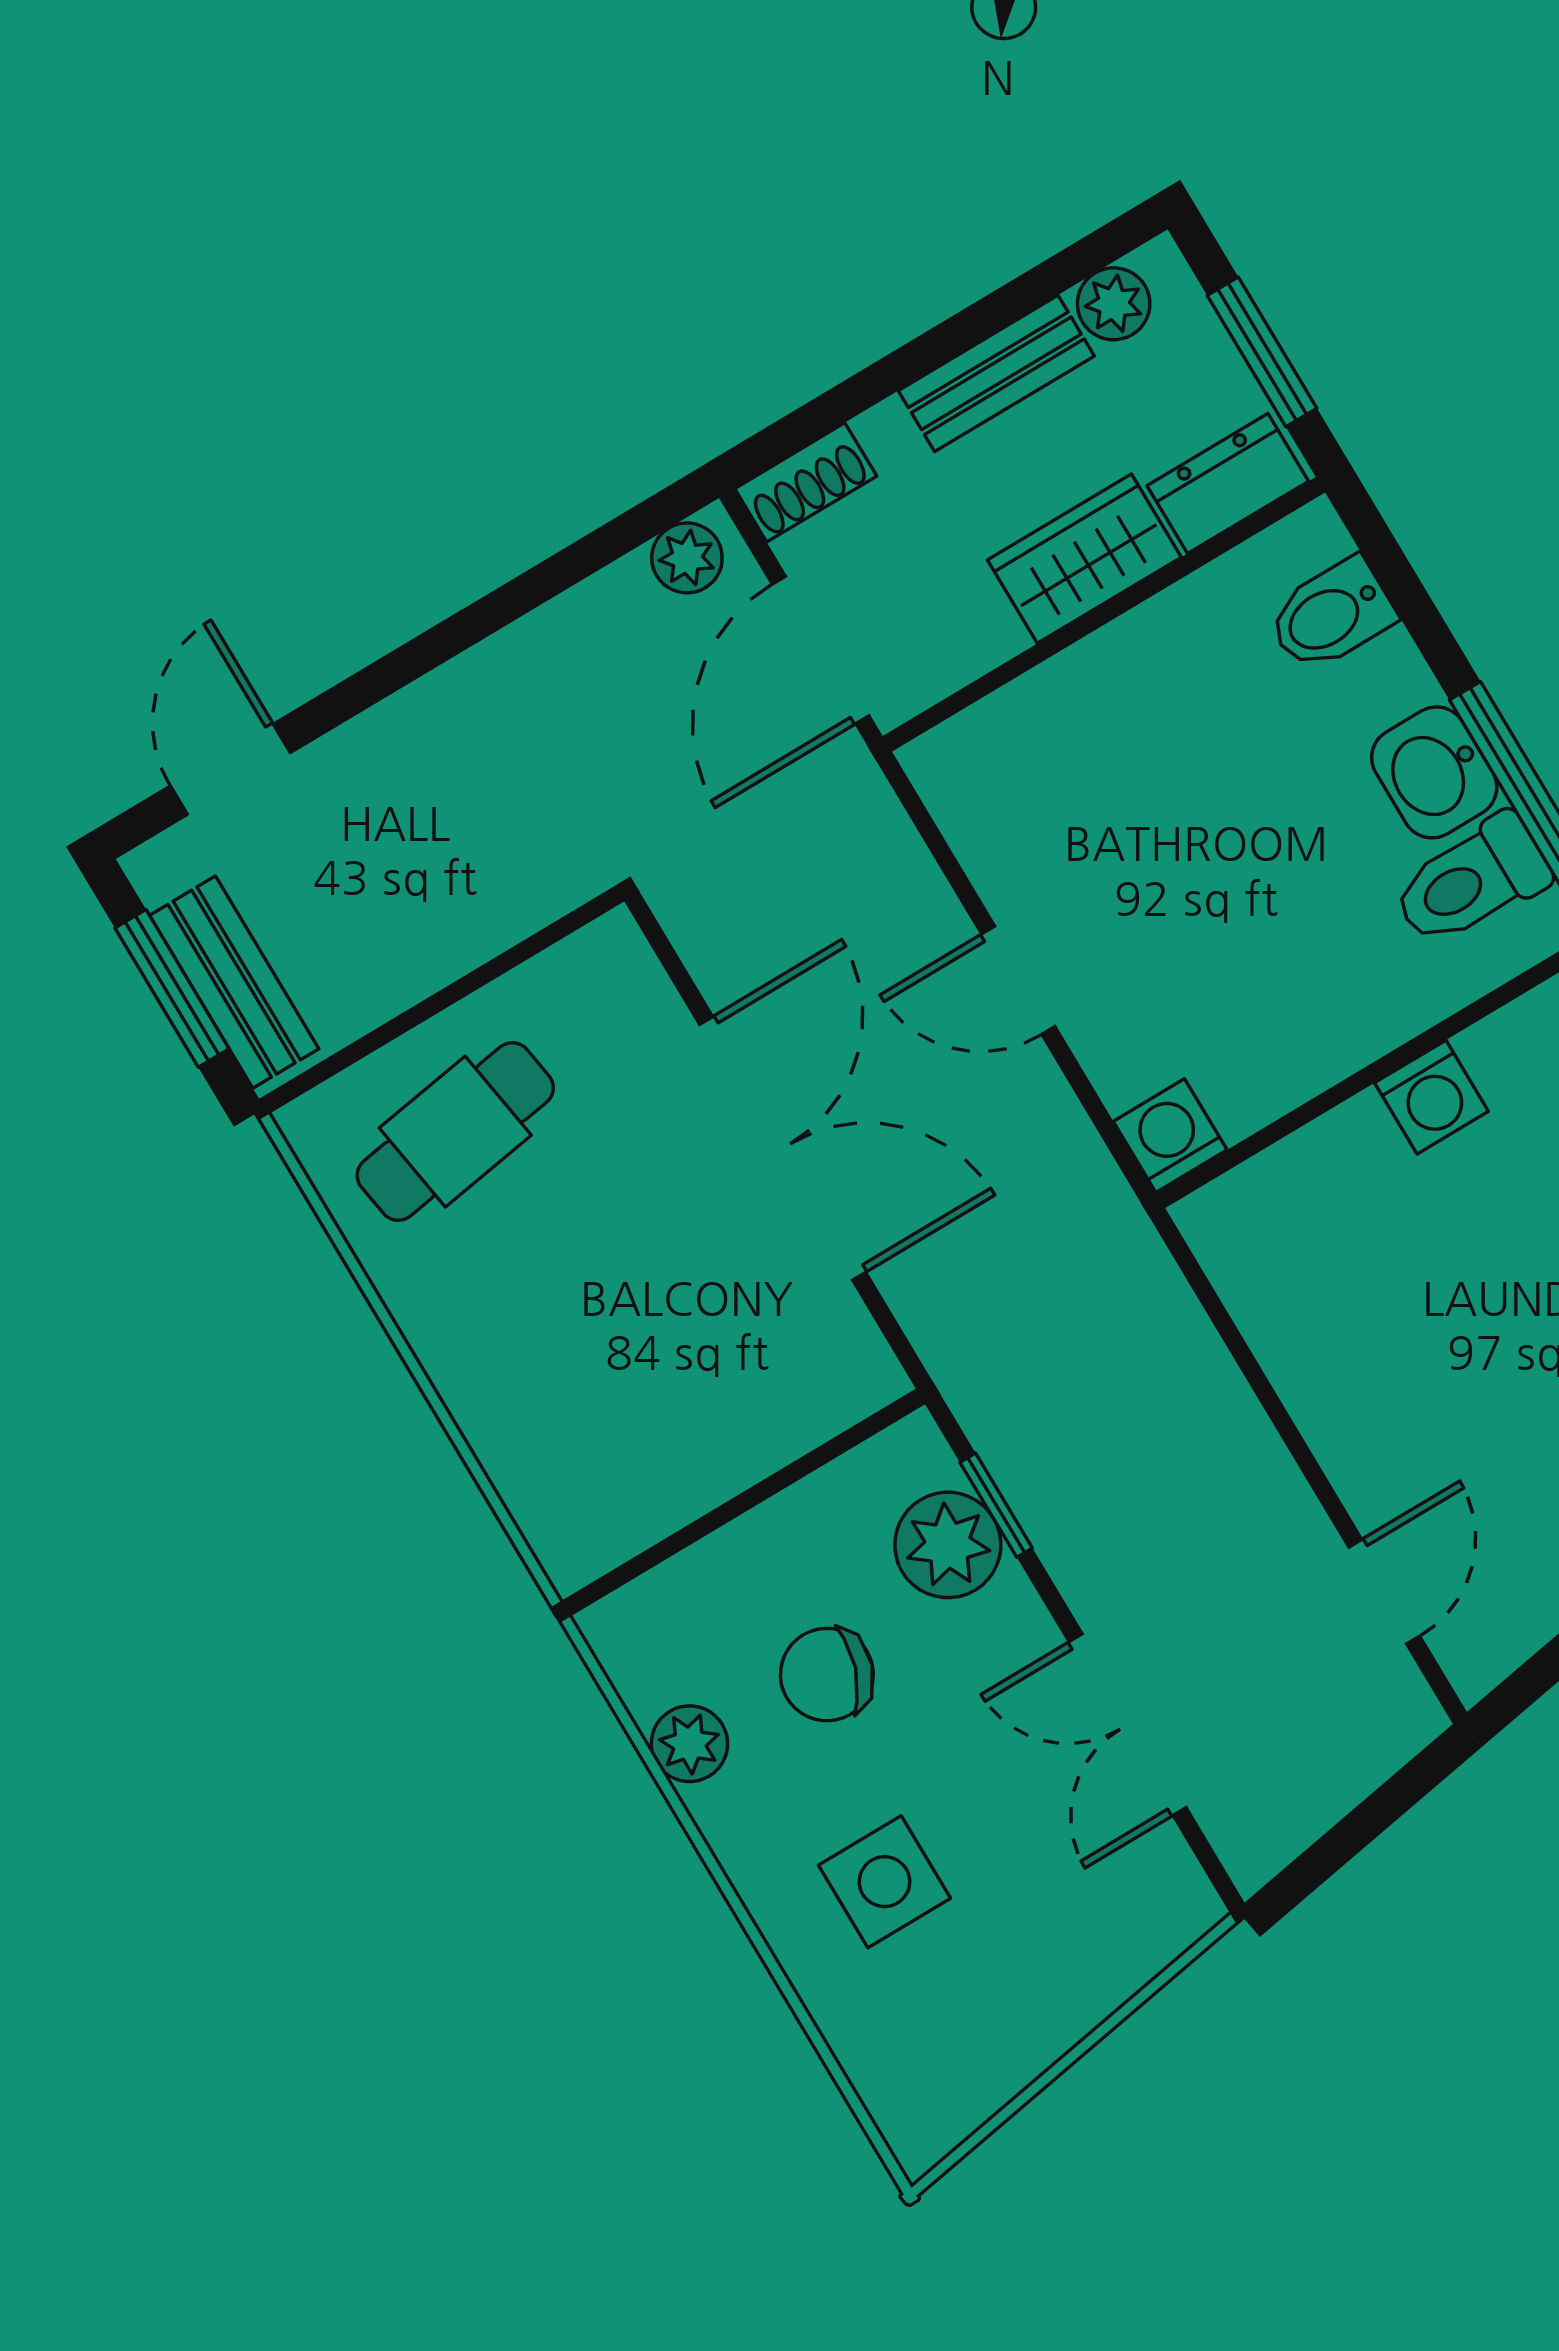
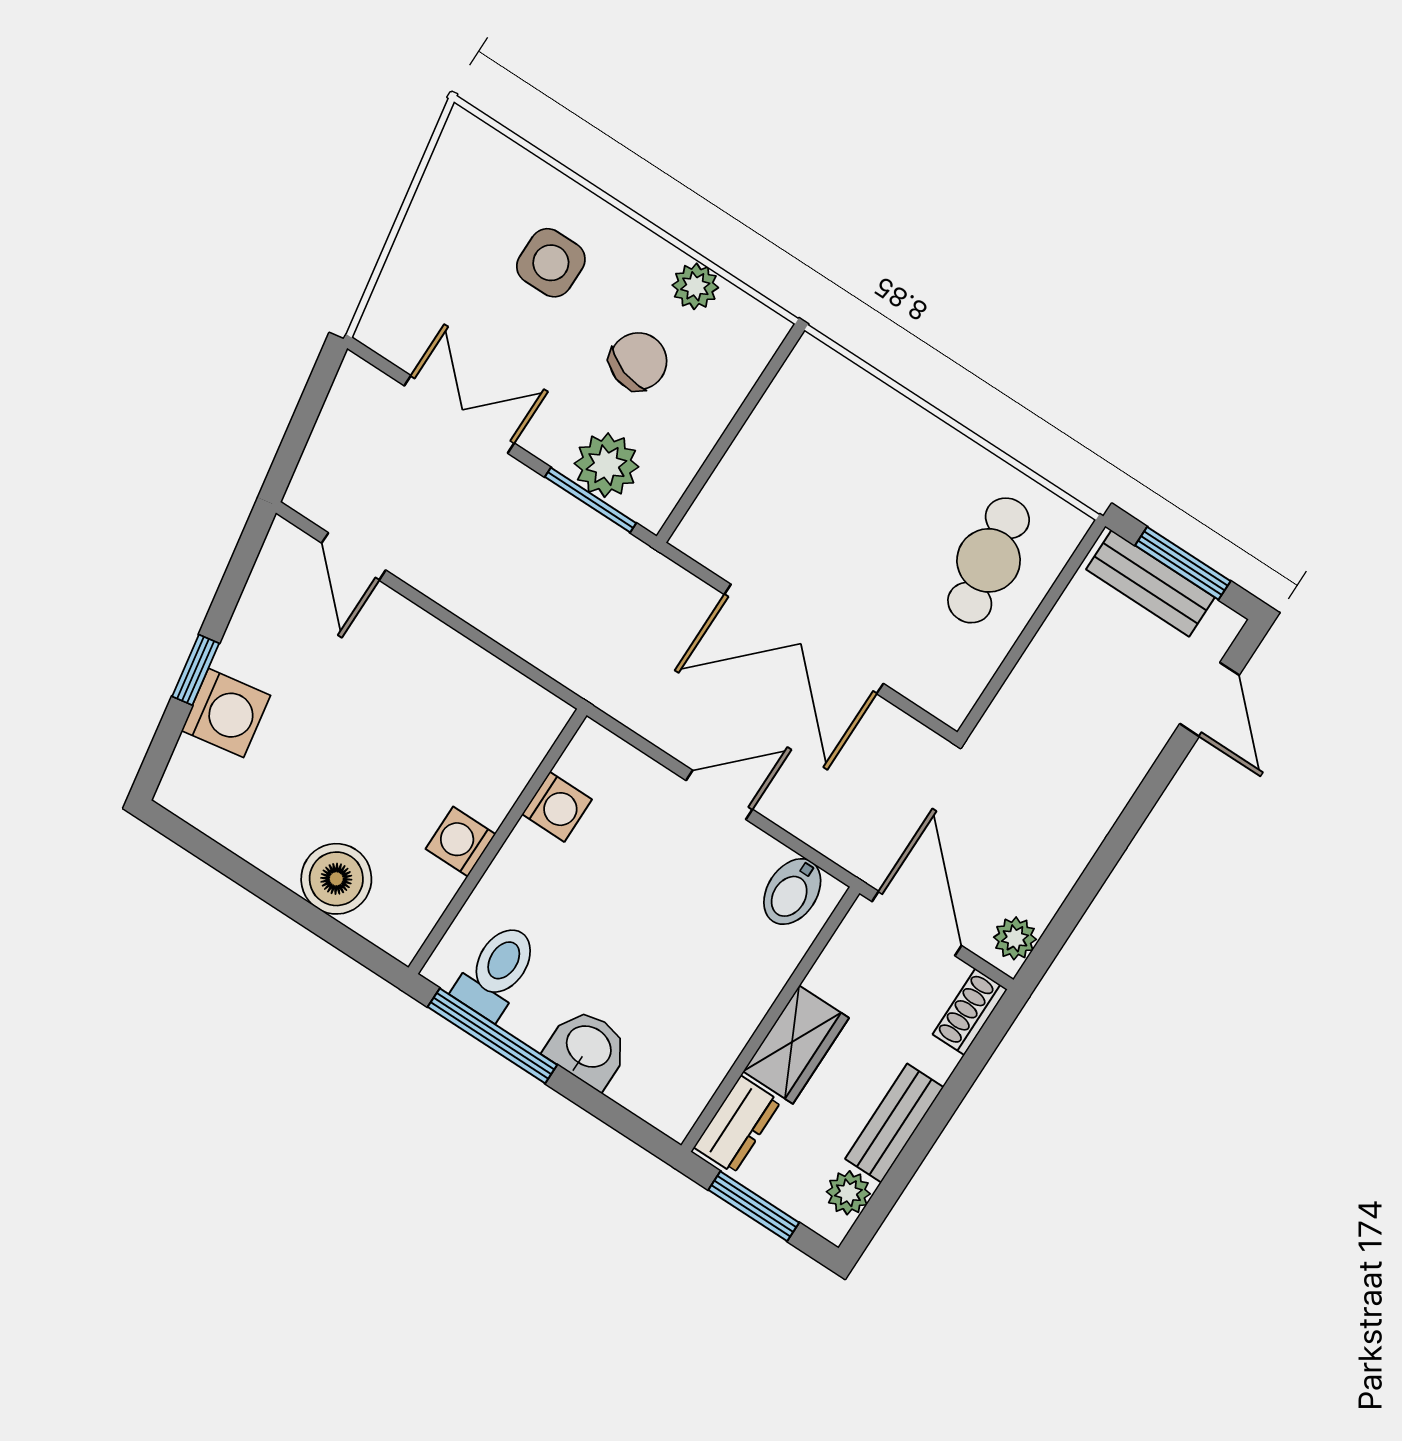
bidet: (1331, 615) -> (792, 892), moved, turned 180
washbasin: (1434, 772) -> (588, 1048), moved
washing machine: (1170, 1136) -> (557, 807), moved
window: (996, 1505) -> (590, 500), width x1.50

